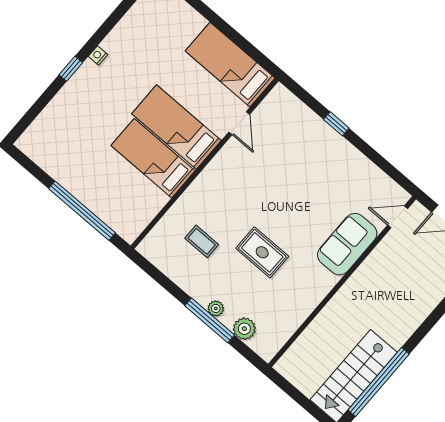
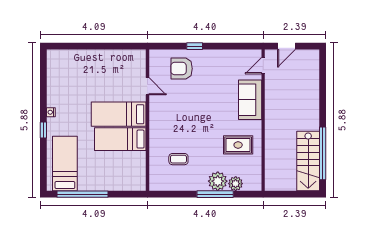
bed: (230, 65) -> (65, 163), moved, turned 90
armchair: (298, 137) -> (182, 69), added
window: (82, 211) -> (83, 194), moved
rug: (262, 252) -> (238, 145), moved
plant: (216, 308) -> (218, 181), width x1.88, depth x1.88

